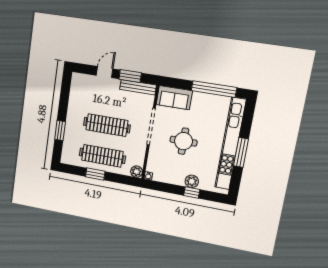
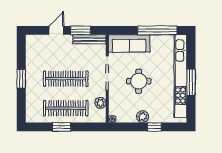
sofa: (174, 98) -> (129, 43), width x1.36
window: (60, 131) -> (21, 79), moved
plant: (137, 172) -> (100, 103), moved
plant: (192, 181) -> (142, 117), moved

